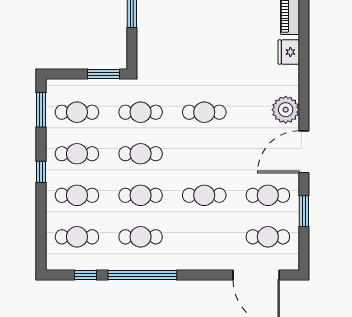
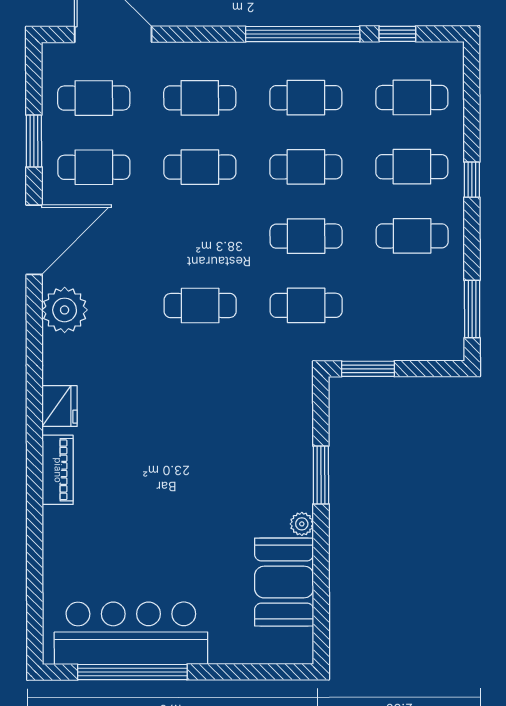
cafe table: (77, 112) -> (200, 98), moved
window: (41, 172) -> (472, 180), moved

